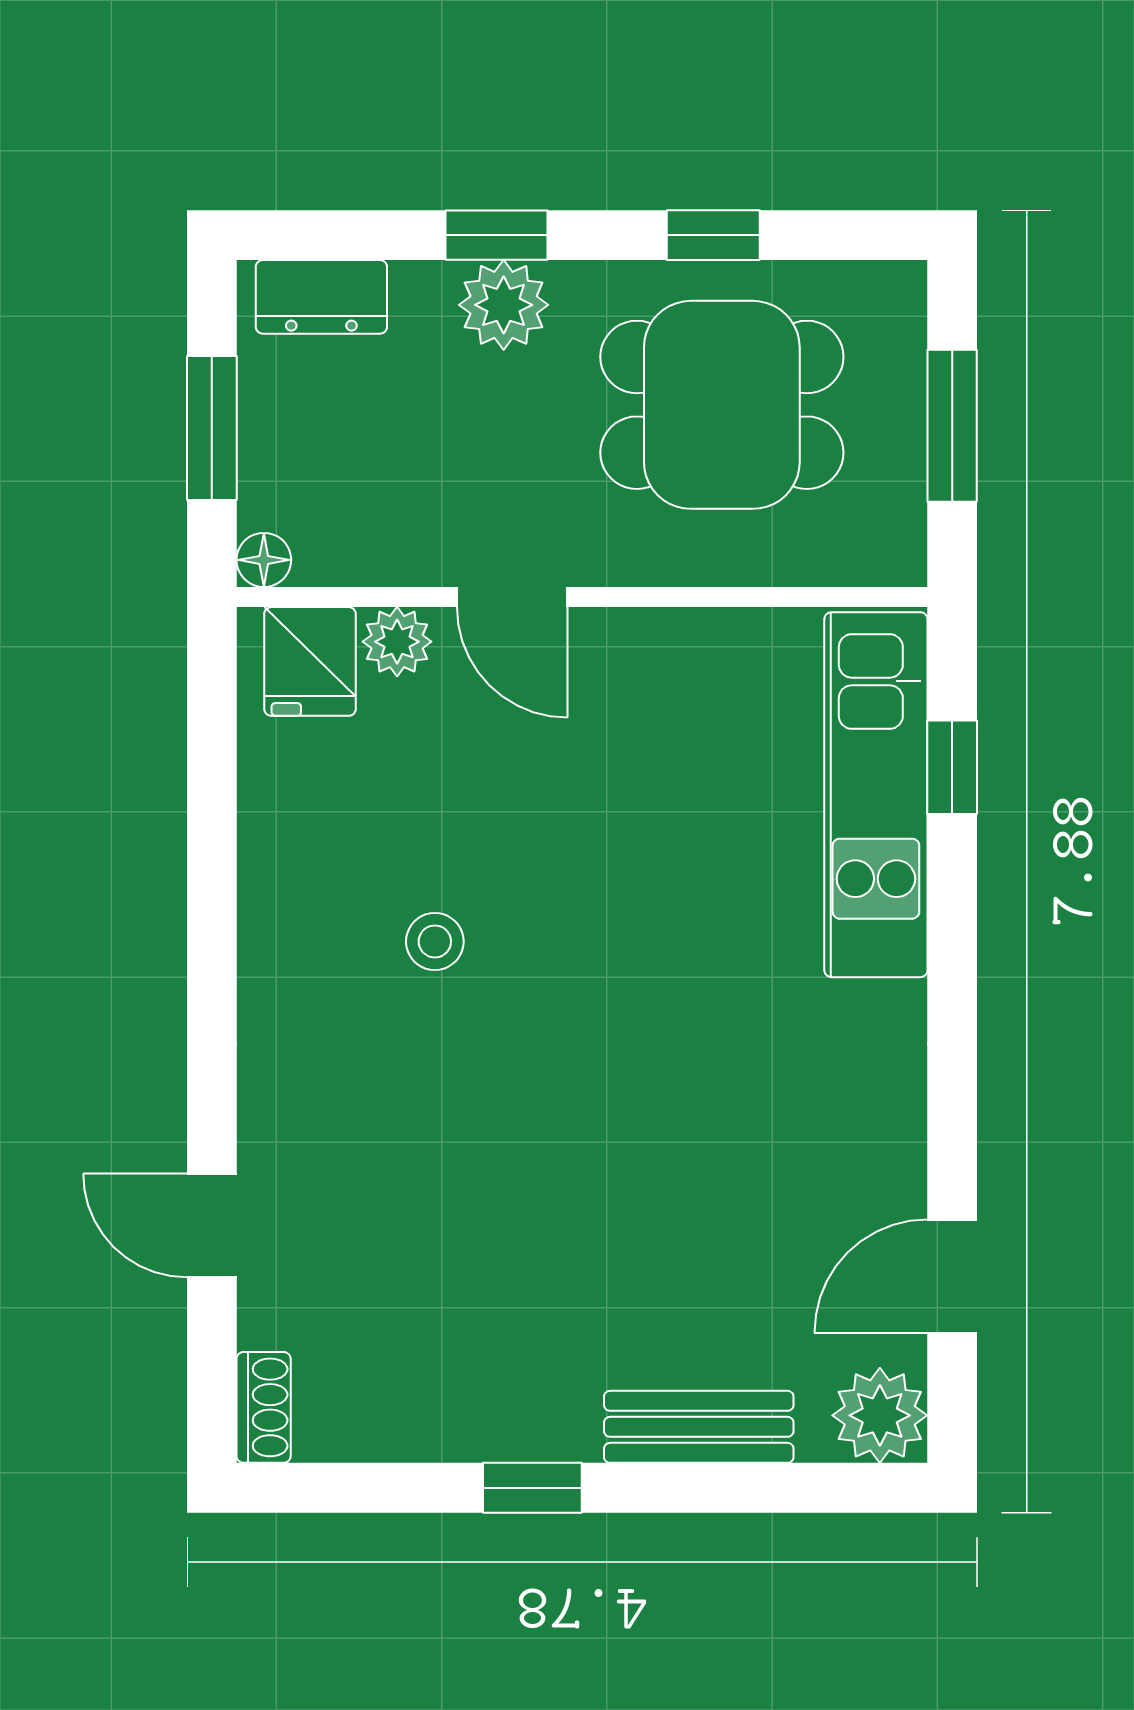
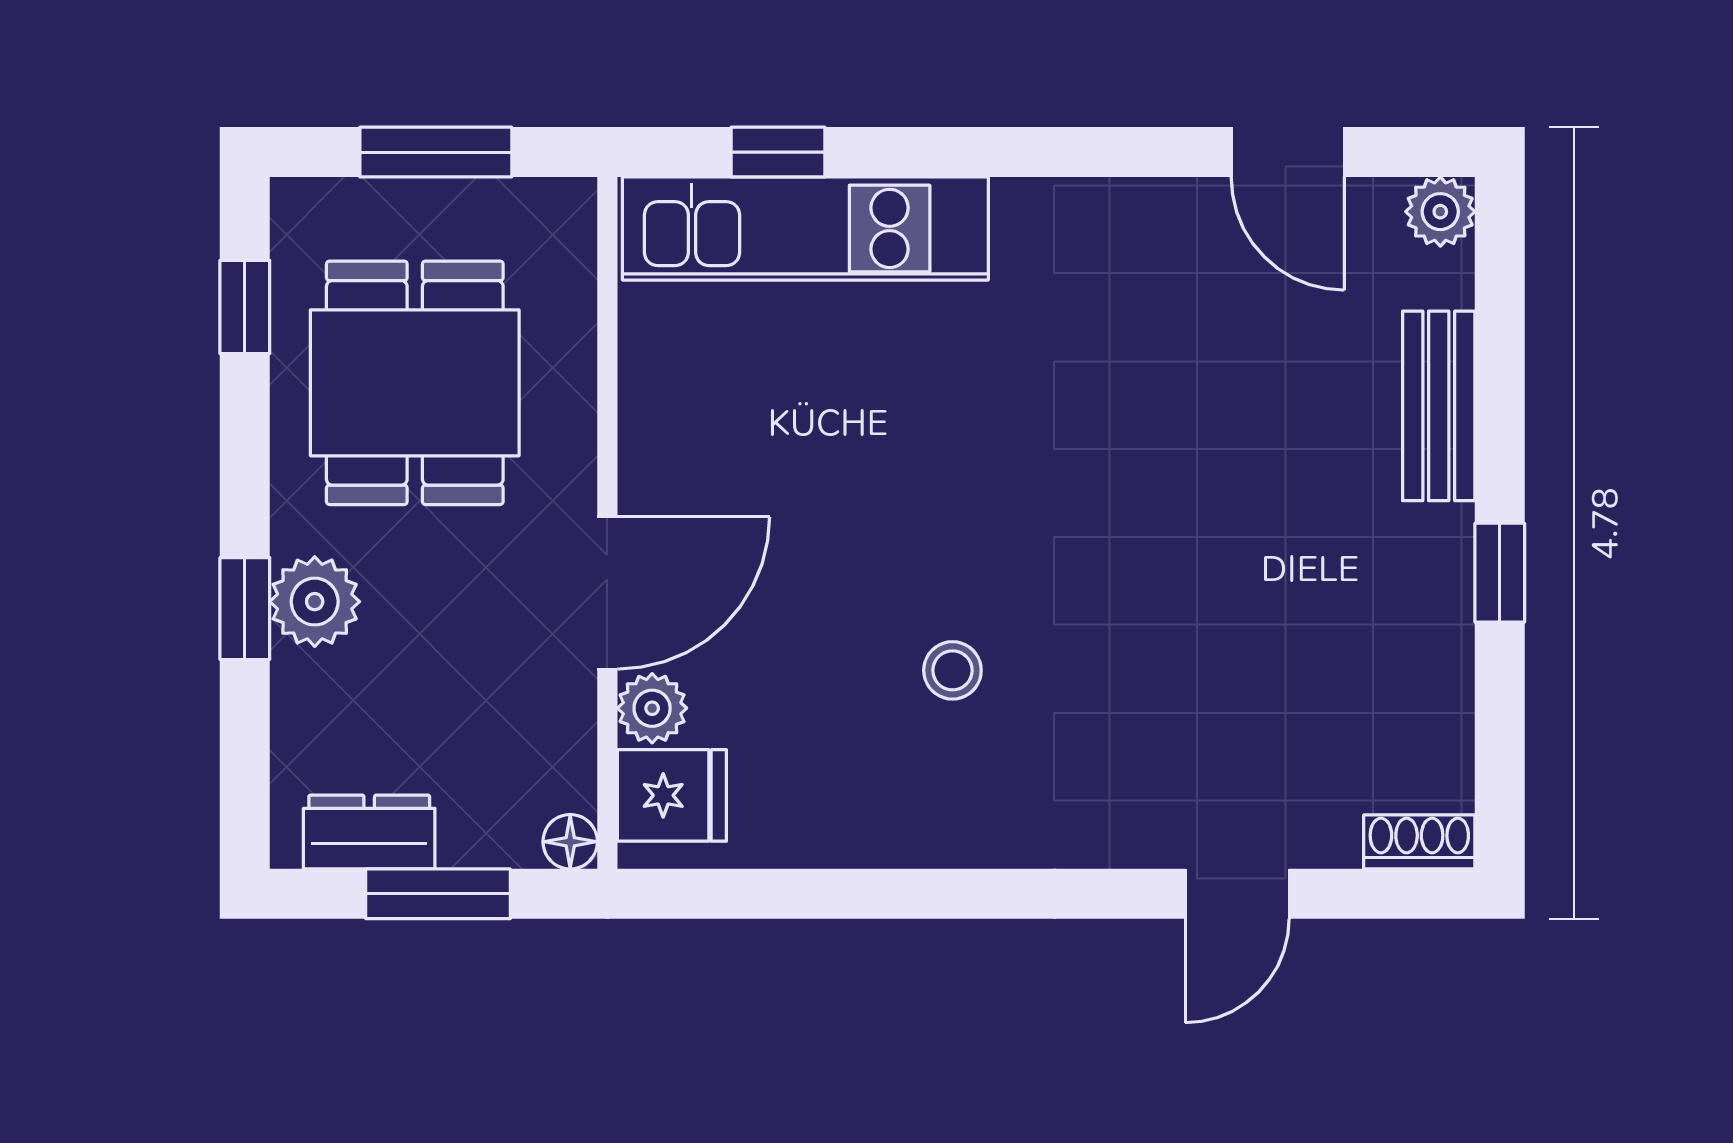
window: (713, 235) -> (245, 307), moved
dresser: (321, 297) -> (369, 832), moved, turned -90
door: (512, 597) -> (607, 593), width x1.38
plant: (880, 1415) -> (1440, 212), width x0.73, depth x0.73

